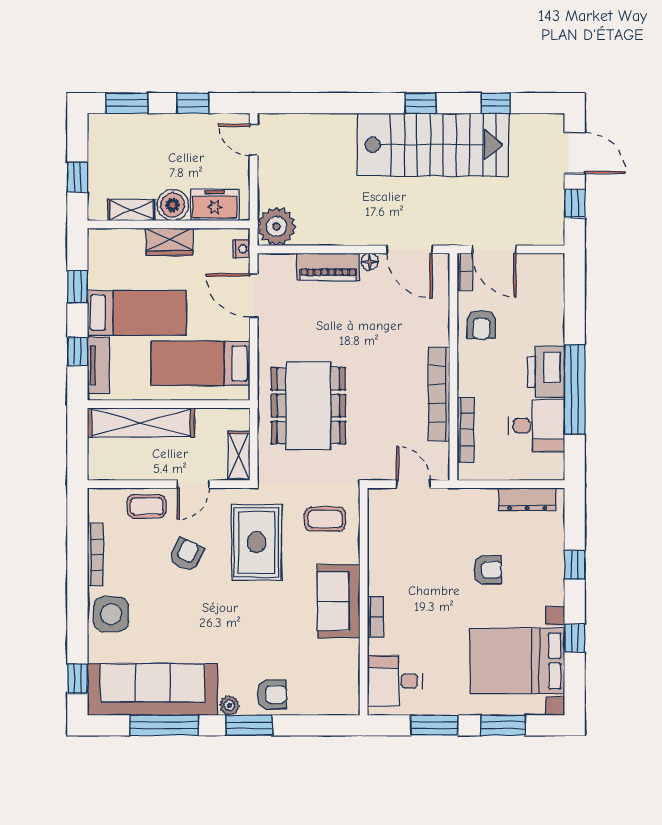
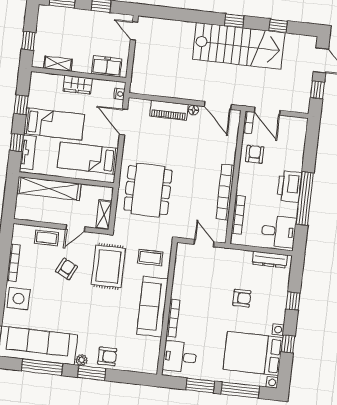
boiler: (173, 205) -> (82, 63), removed
plant: (276, 226) -> (141, 83), removed
armchair: (481, 324) -> (255, 154), turned 180
desk: (537, 426) -> (279, 231), moved
sofa: (339, 601) -> (152, 306), width x1.36
bookcase: (375, 617) -> (173, 318), width x1.56
window: (503, 725) -> (240, 390), width x1.44

